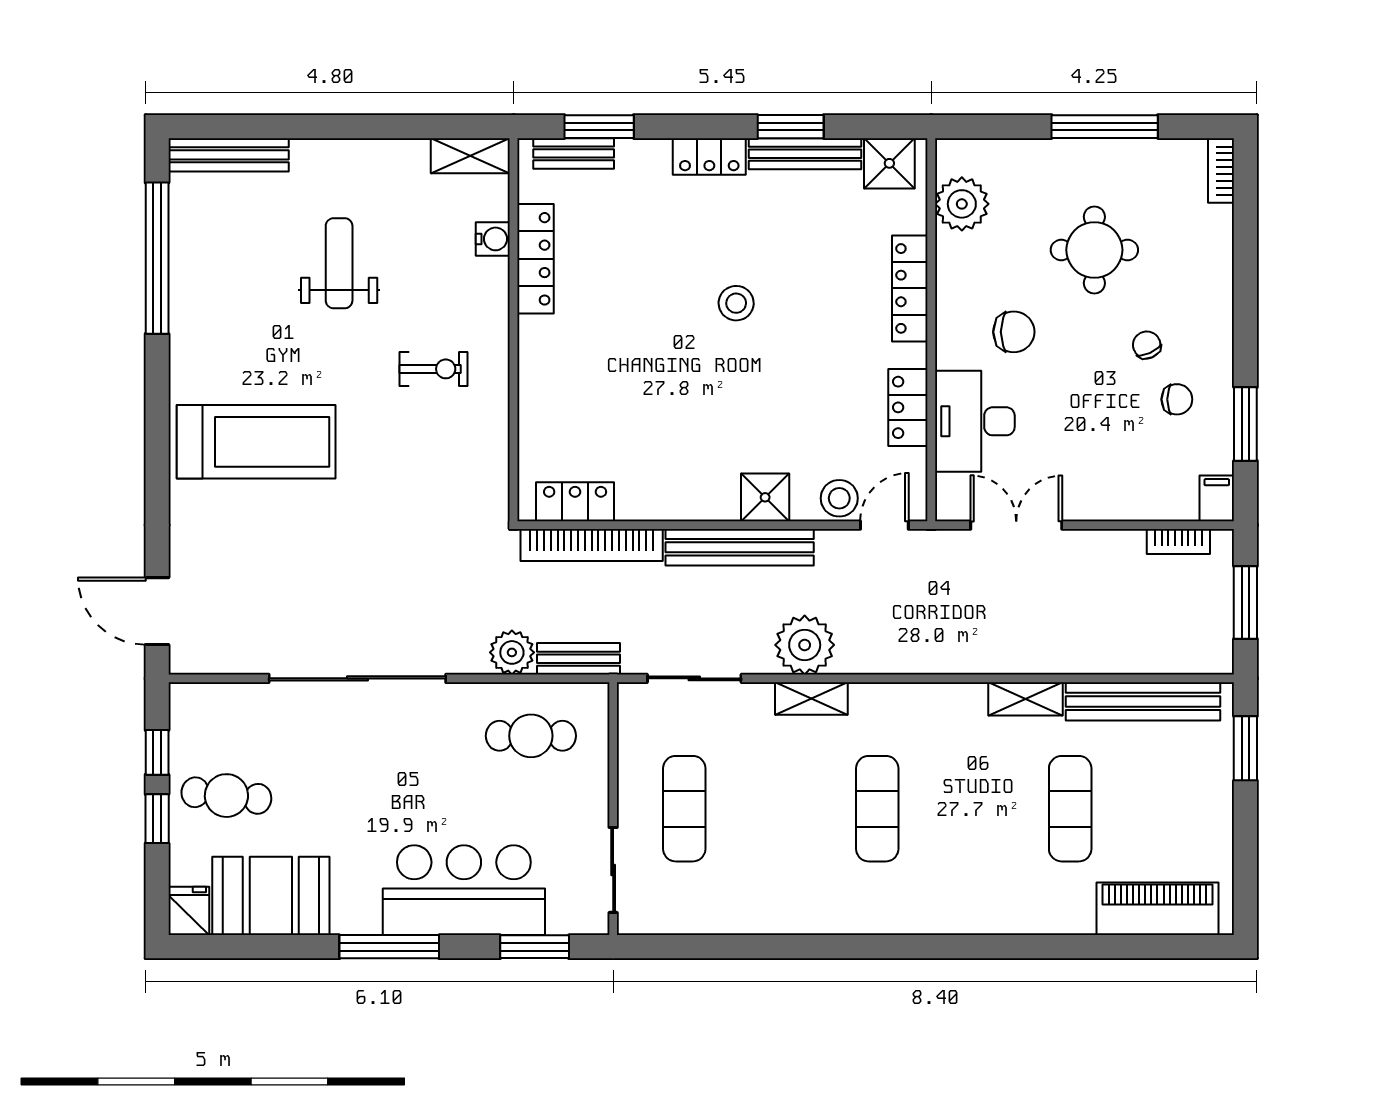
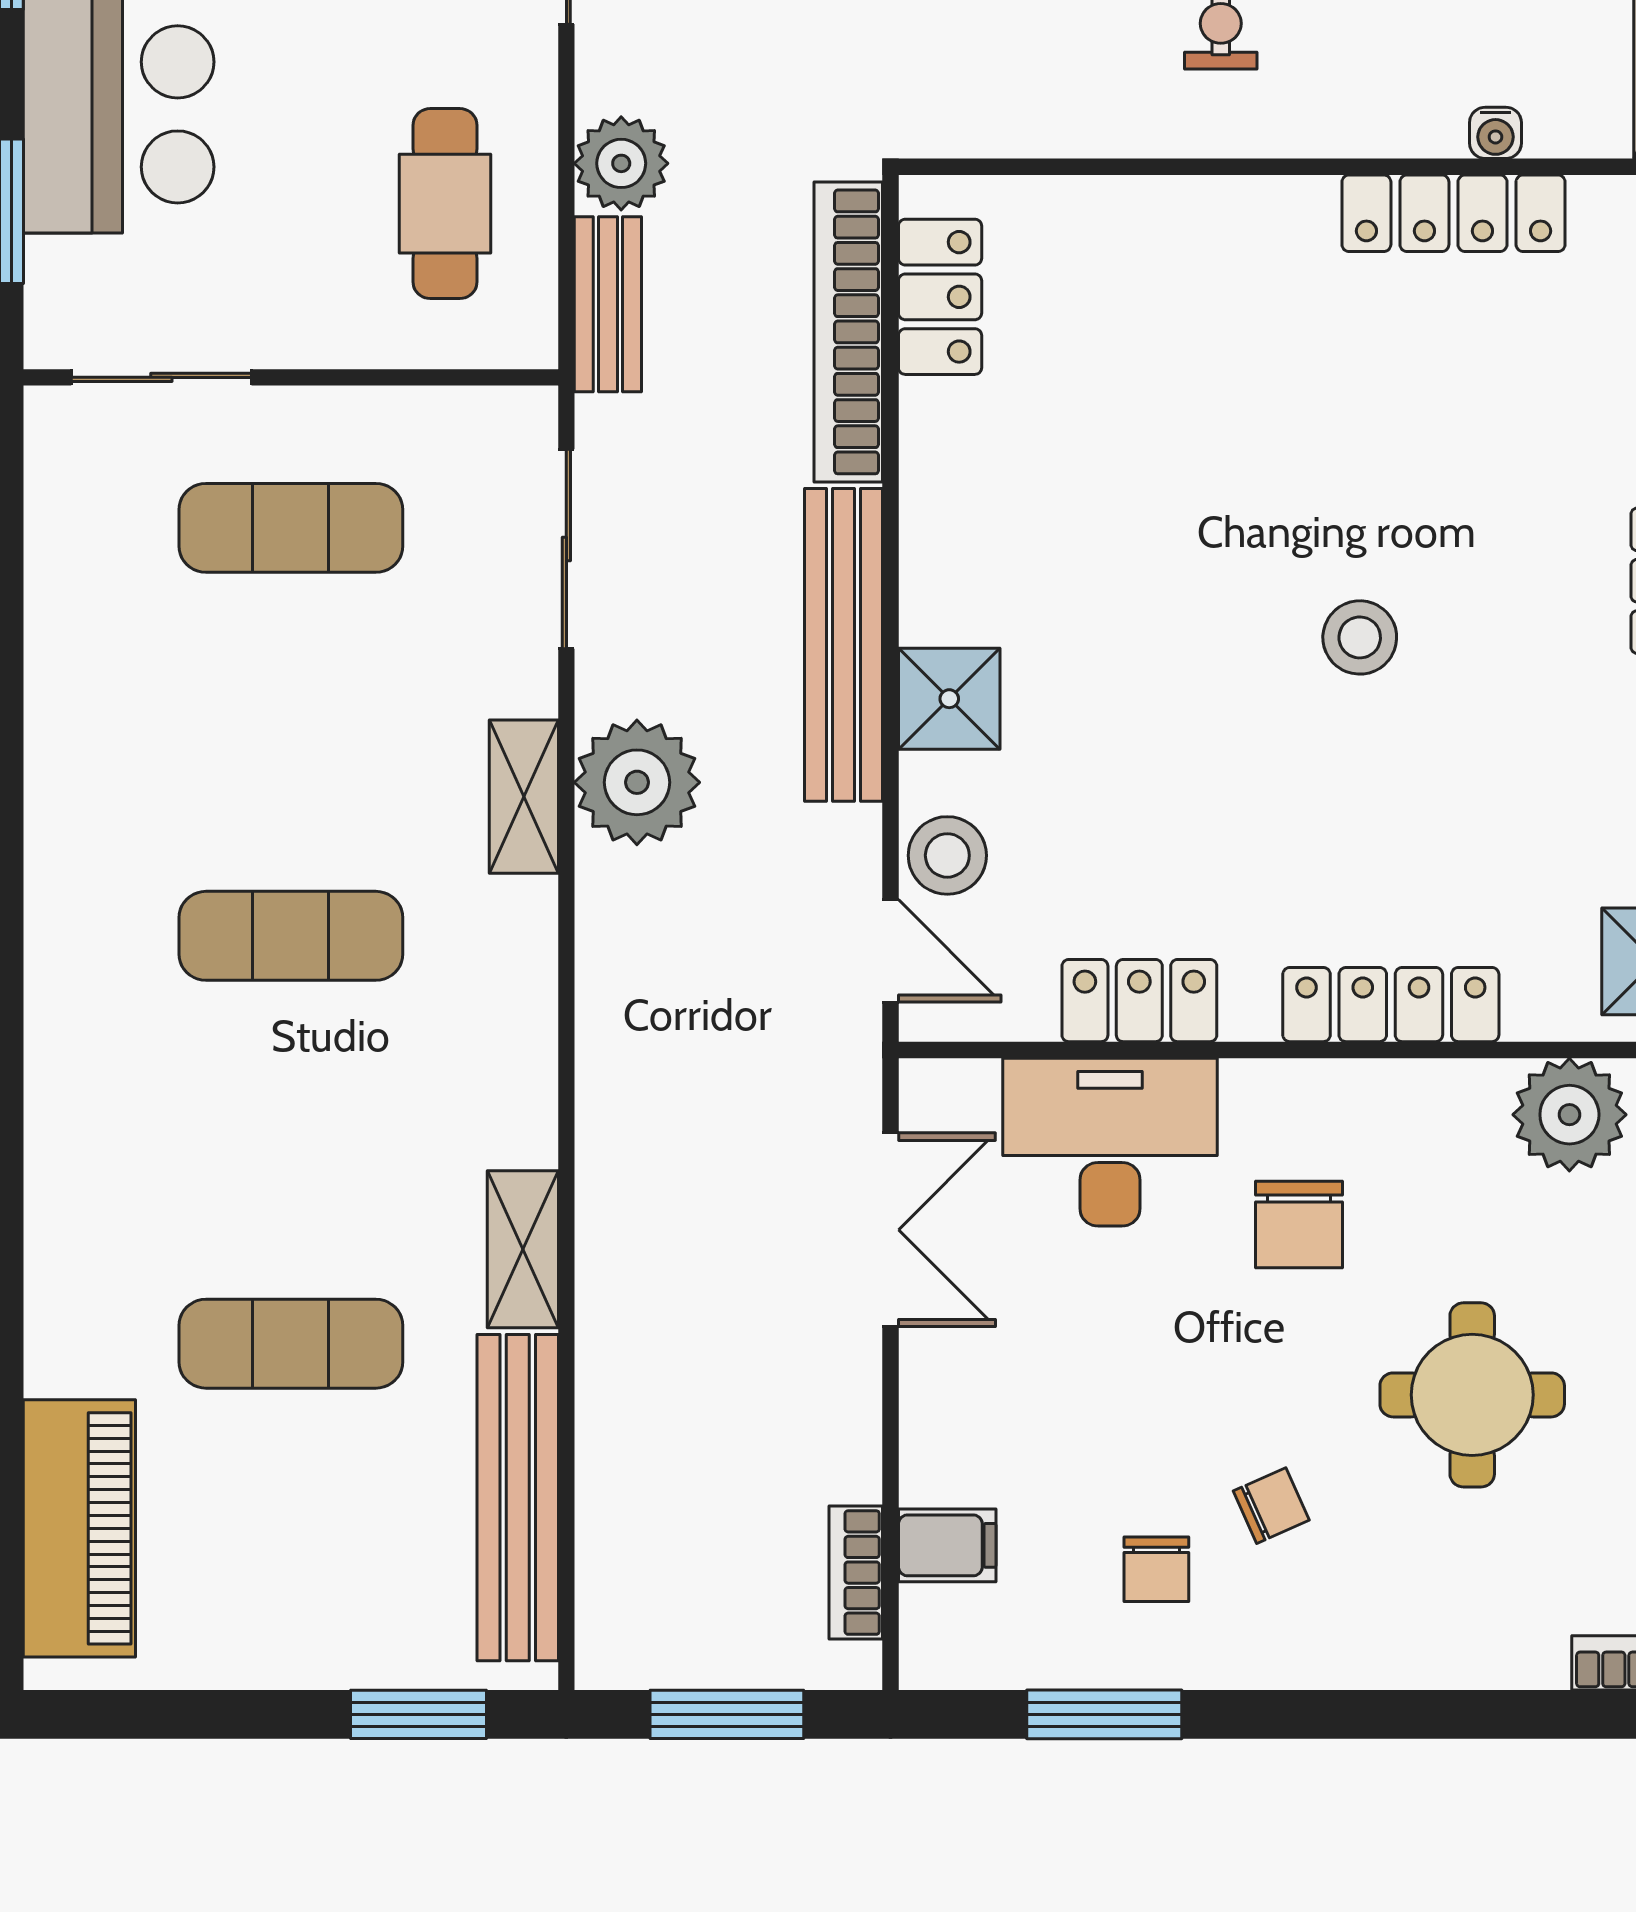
water cooler: (493, 239) -> (1495, 133), width x0.72, depth x0.72
filing cabinet: (1217, 498) -> (947, 1545), moved

